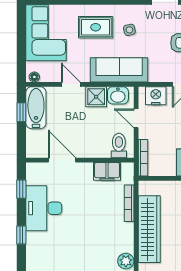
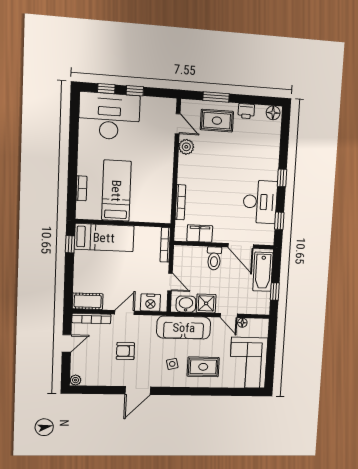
floor lamp: (34, 77) -> (242, 323), moved
bathtub: (36, 108) -> (263, 272), moved
toilet: (119, 146) -> (214, 258), moved
wardrobe: (149, 229) -> (163, 176), removed

